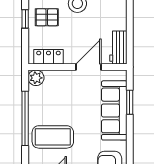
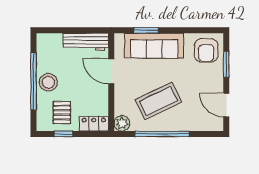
workbench: (118, 48) -> (86, 42), width x1.38
locker: (48, 57) -> (94, 124), moved, turned 90
coffee table: (53, 137) -> (158, 101), moved, turned 64

